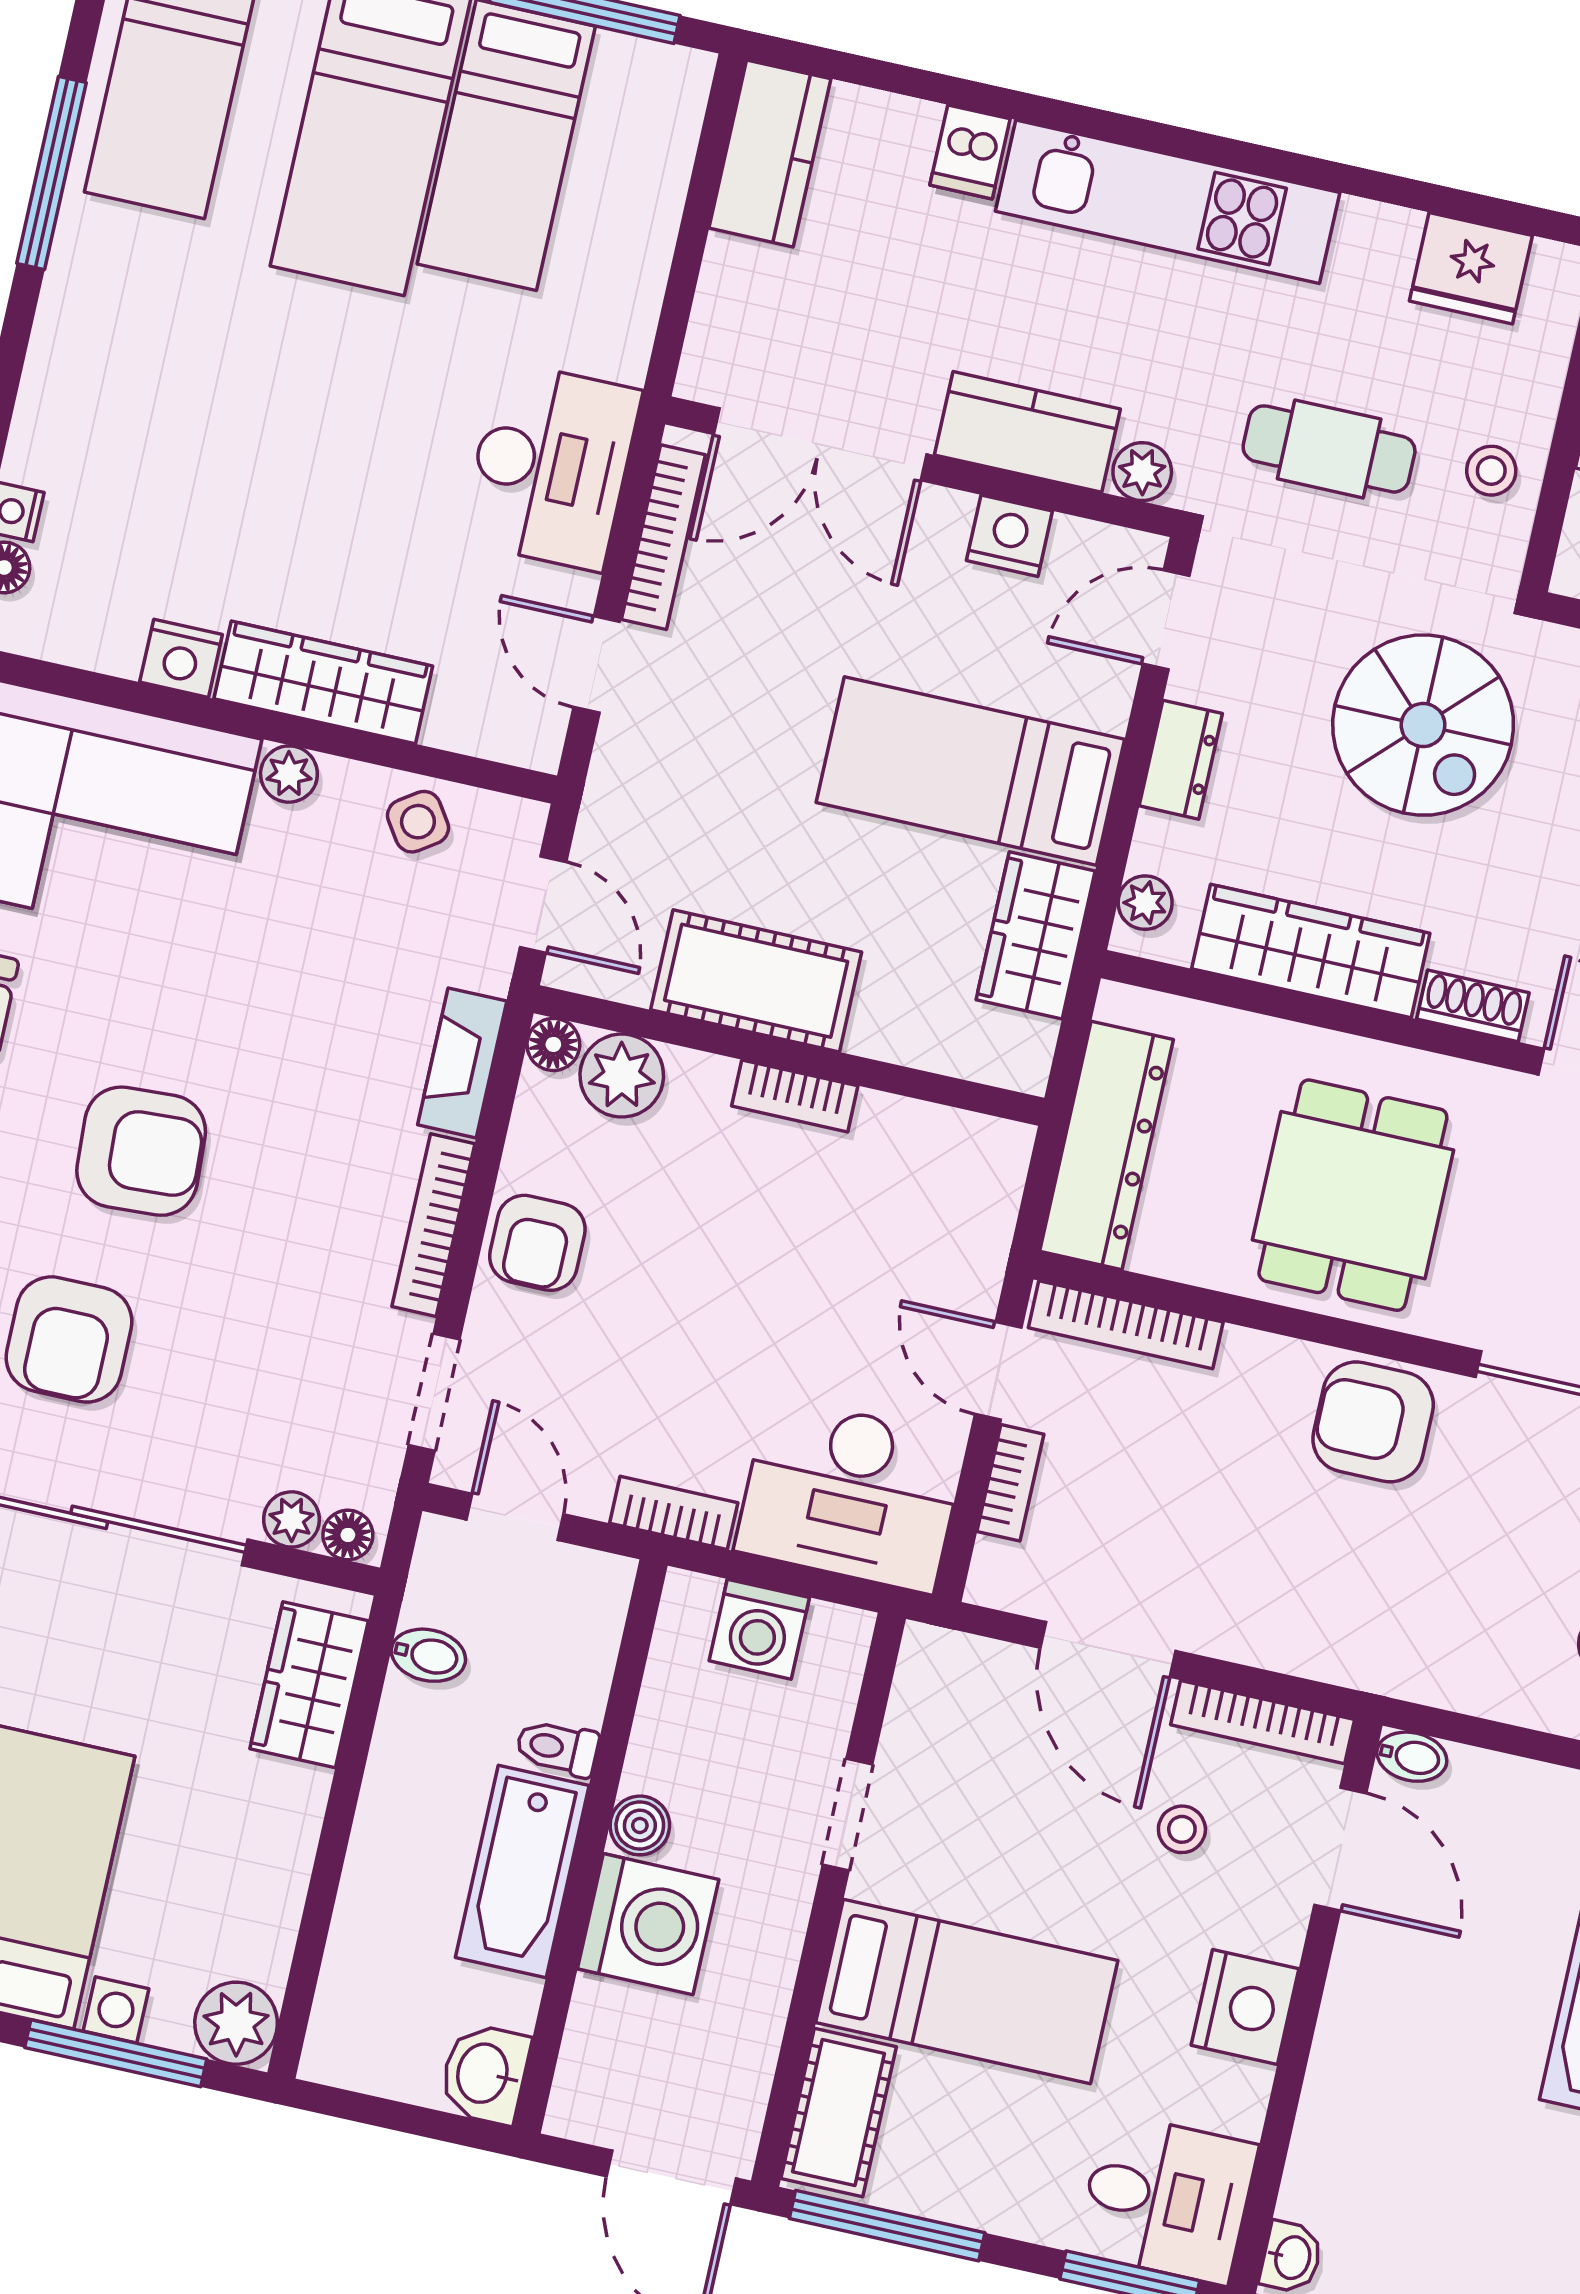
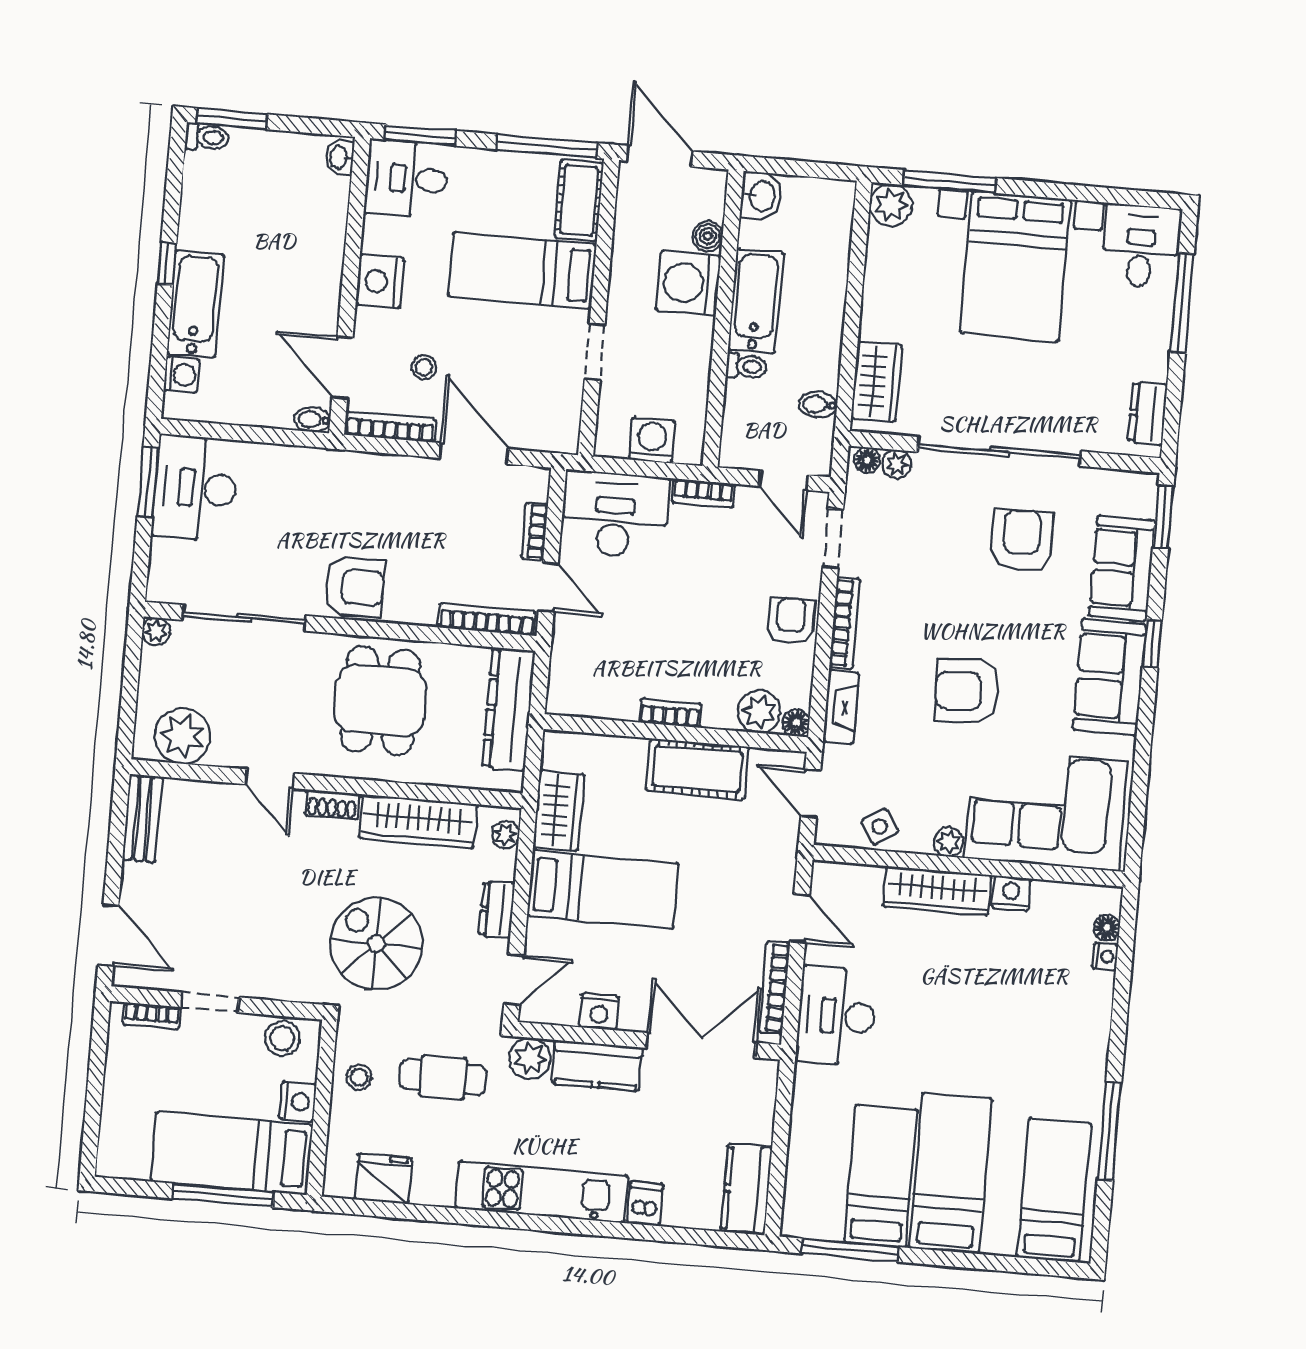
plant: (1142, 472) -> (530, 1058), width x1.38, depth x1.38
armchair: (141, 1151) -> (967, 691), moved
boiler: (640, 1825) -> (708, 236), moved

